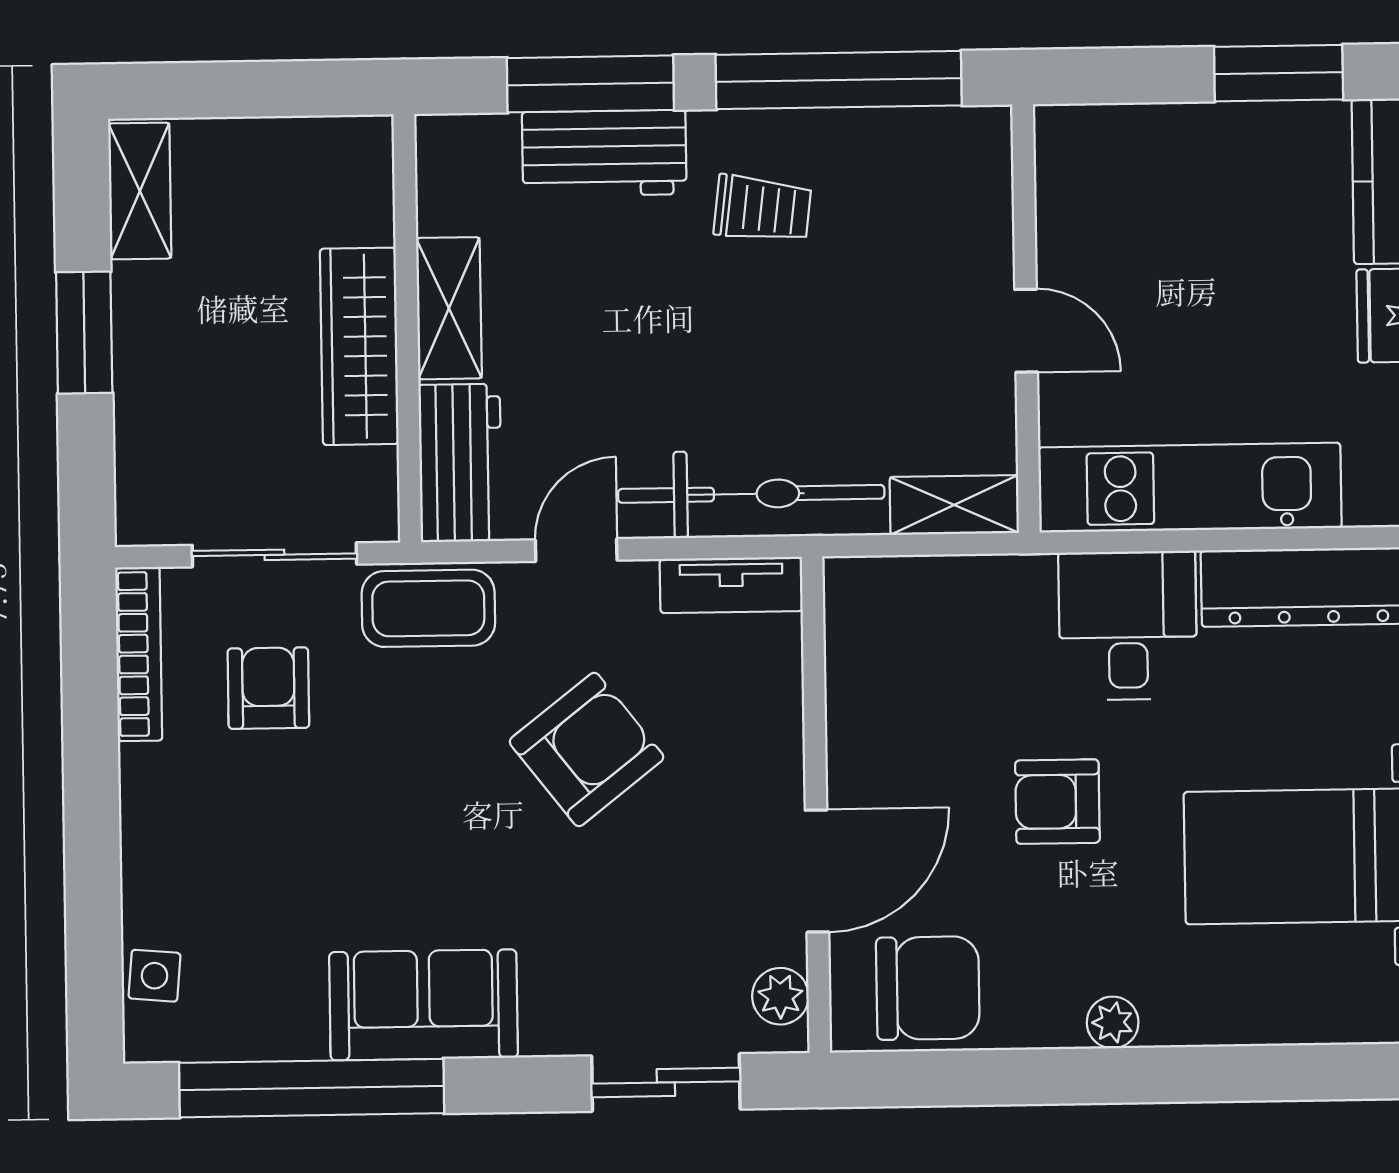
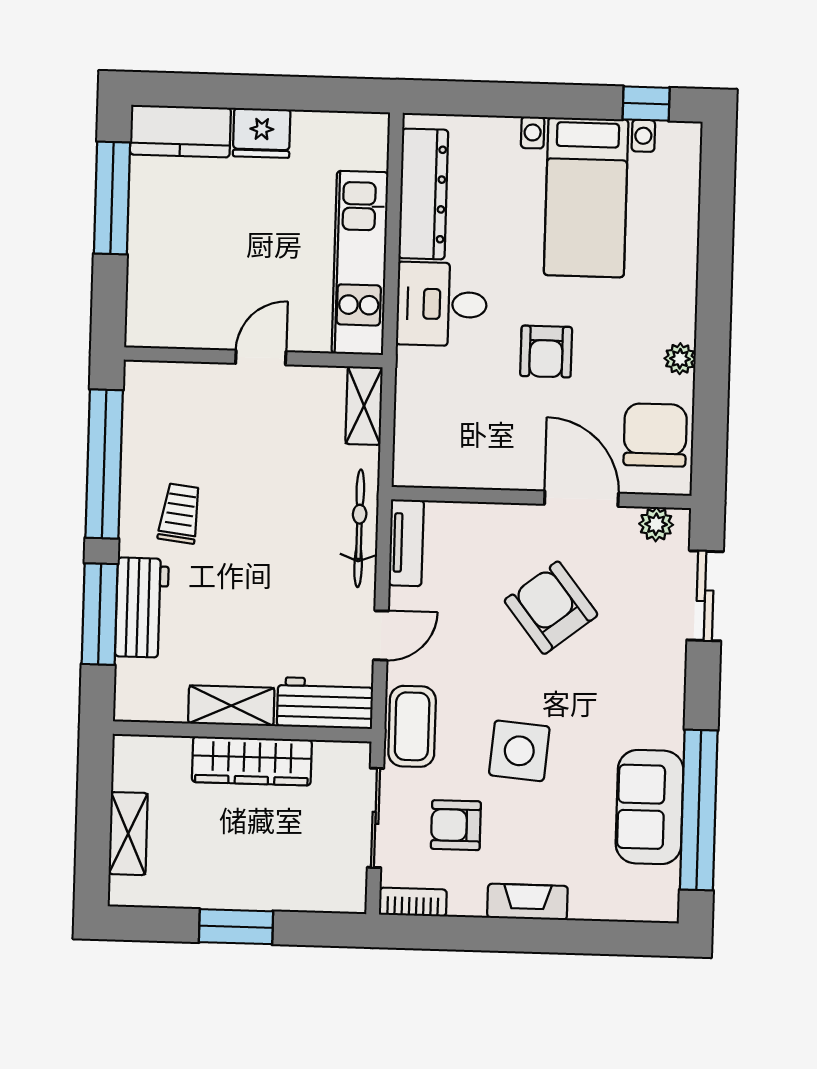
window: (1279, 73) -> (112, 198), width x1.44
shelving: (140, 191) -> (128, 834), moved, turned 90
bicycle: (751, 494) -> (359, 528), width x0.73, depth x0.71
door: (576, 550) -> (381, 635), swing flipped
bookcase: (139, 654) -> (413, 902), width x0.64
armchair: (587, 749) -> (551, 608), moved
fireplace: (147, 812) -> (527, 902), added
side table: (154, 976) -> (519, 751), moved, width x1.87, depth x1.87
sofa: (423, 1005) -> (650, 807), moved
plant: (1113, 1022) -> (680, 359), moved

